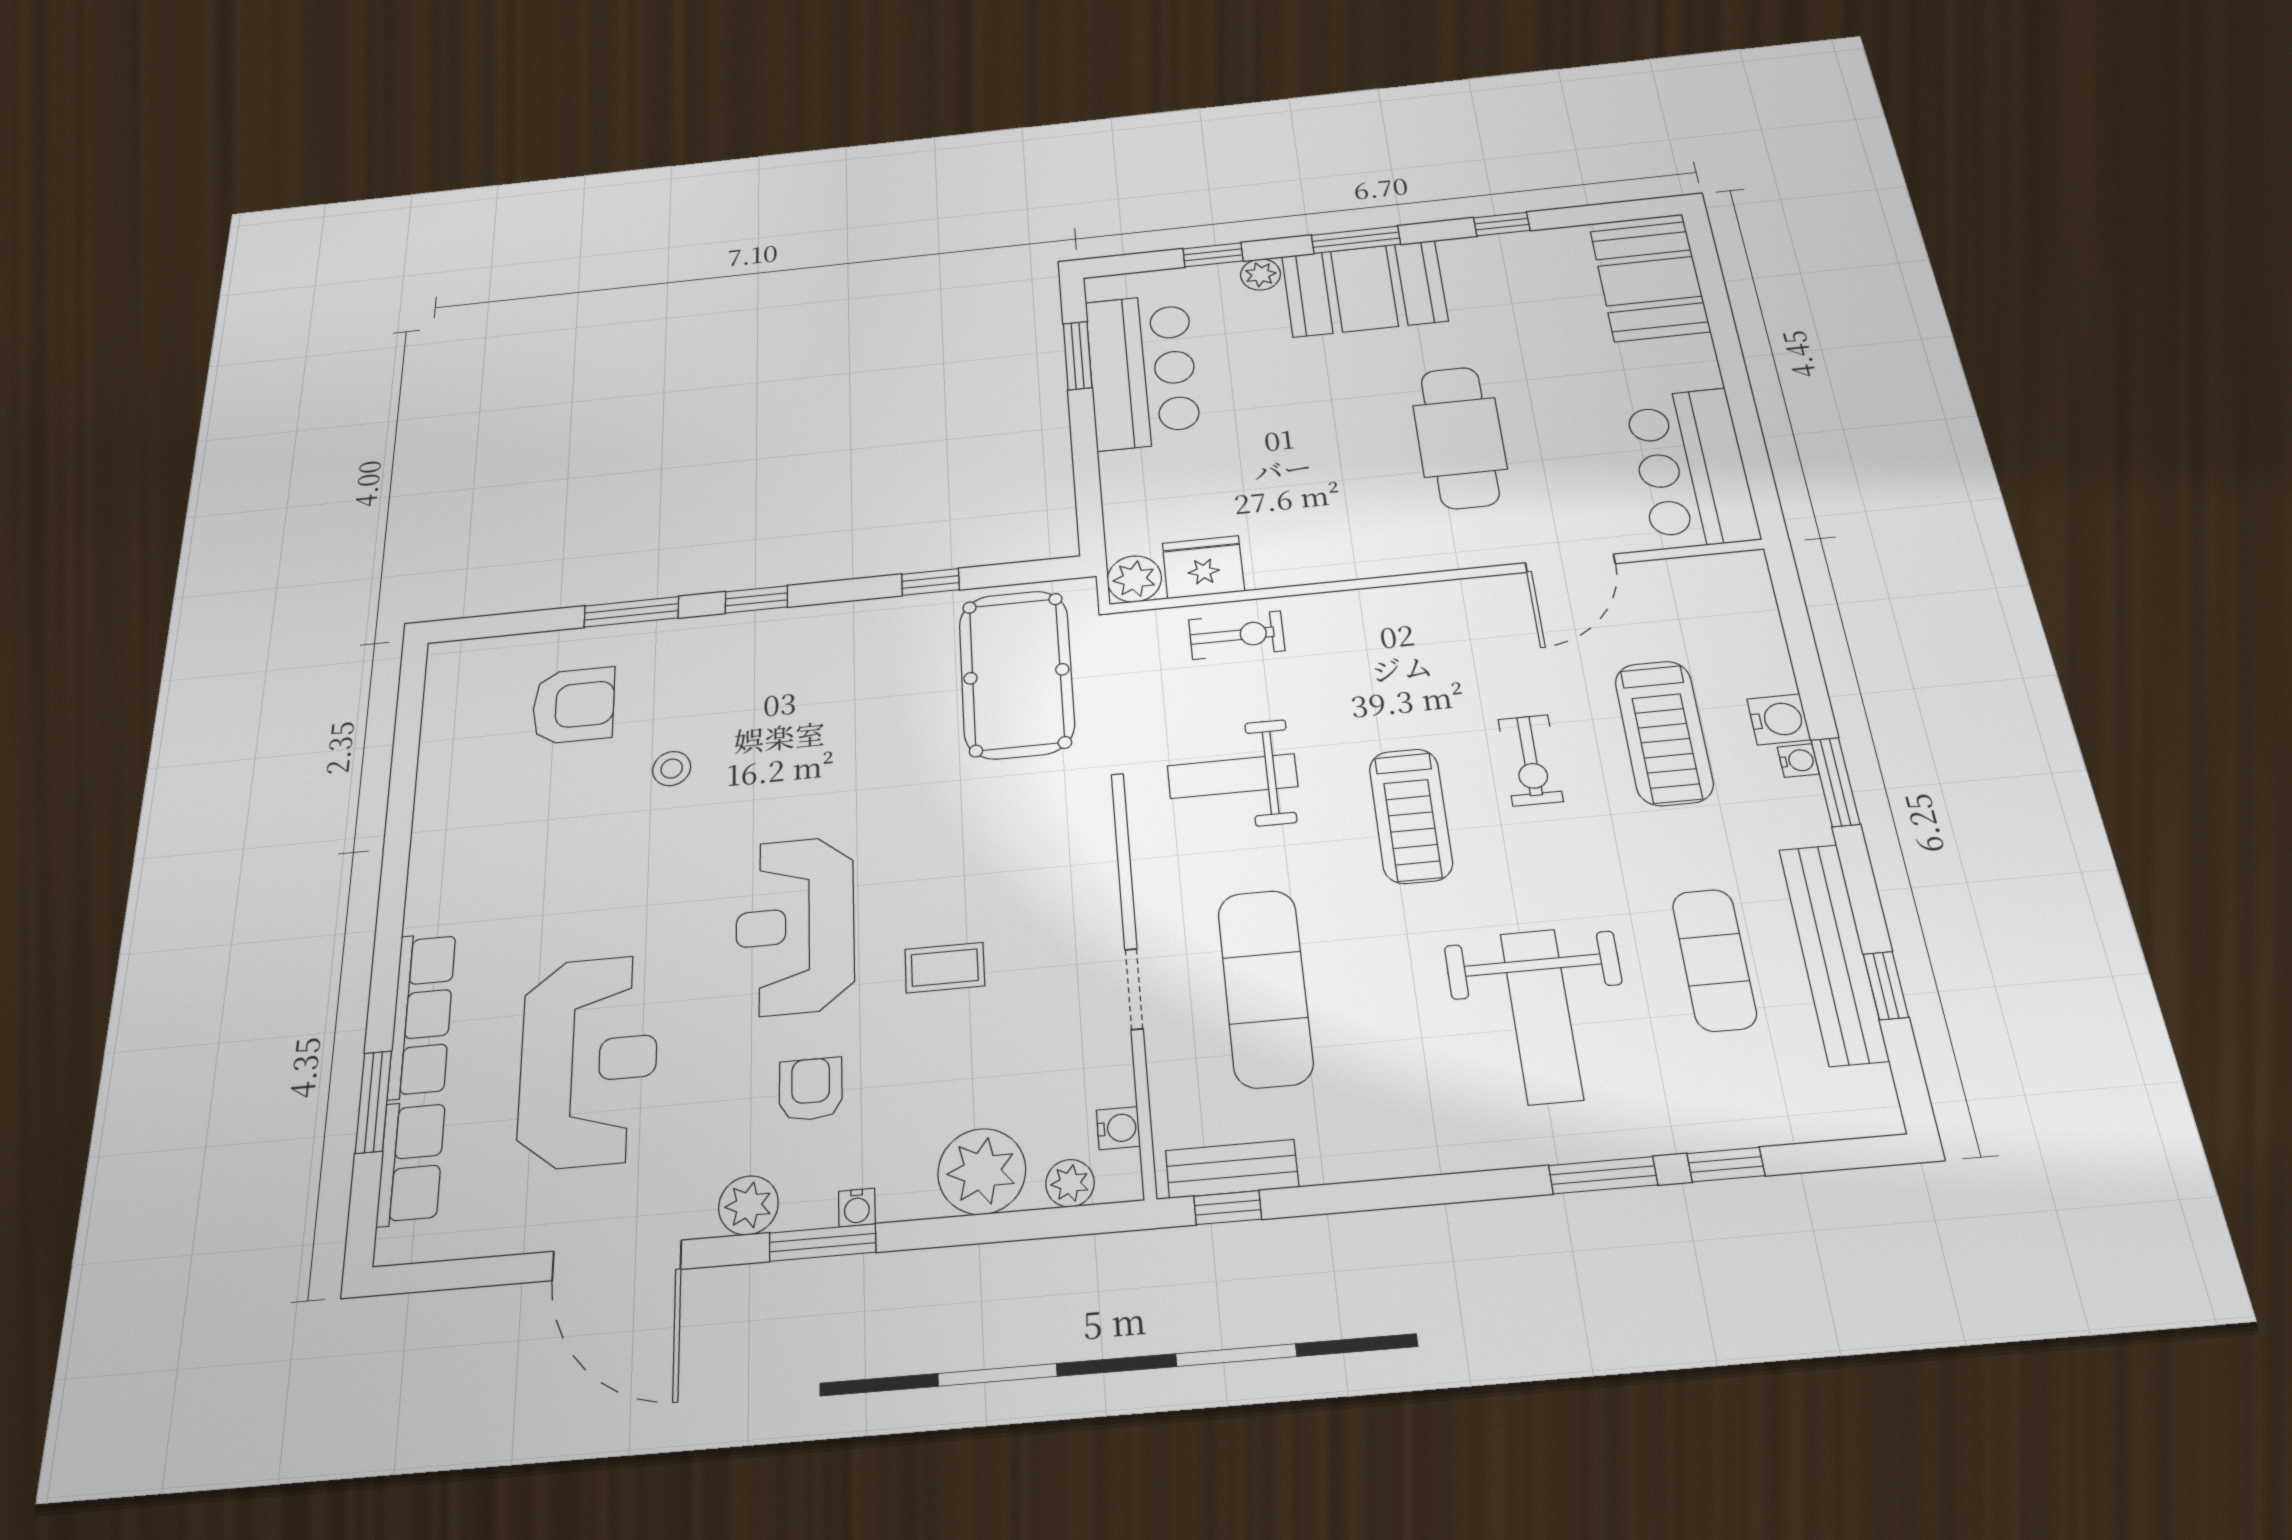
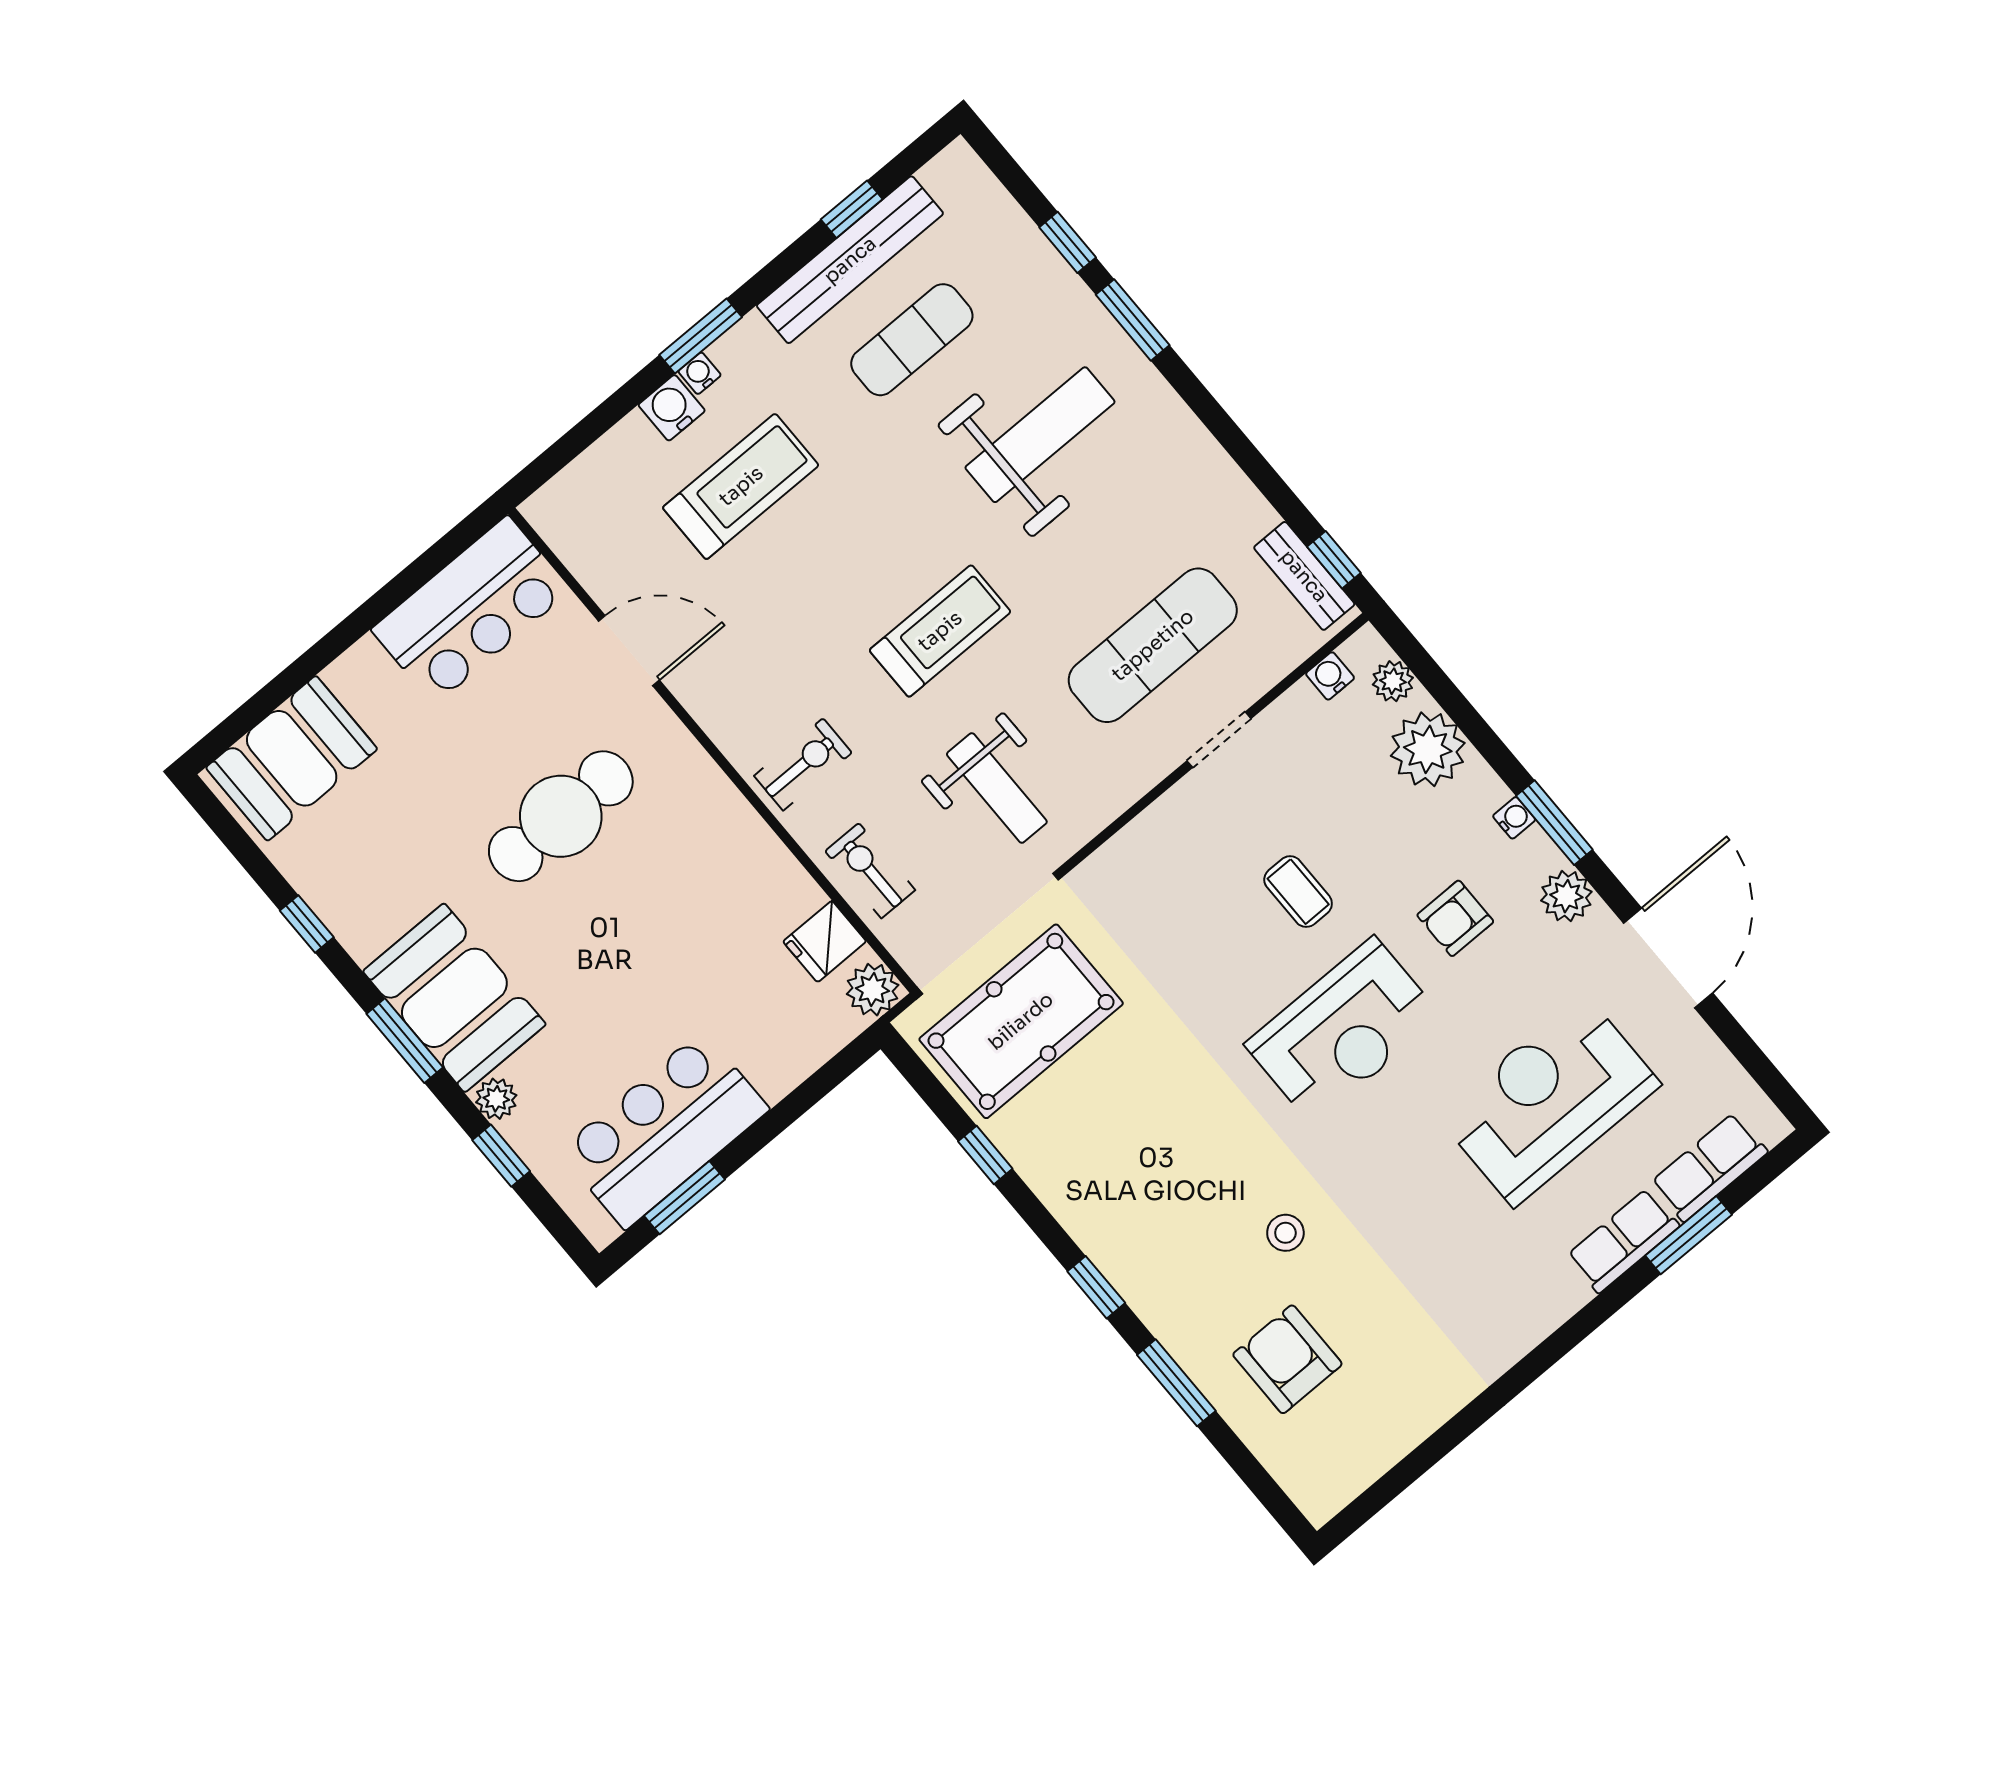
fridge: (1203, 567) -> (825, 941), width x0.72
exercise bike: (1530, 760) -> (803, 764), moved
row of seats: (422, 1015) -> (1623, 1241), width x0.68

